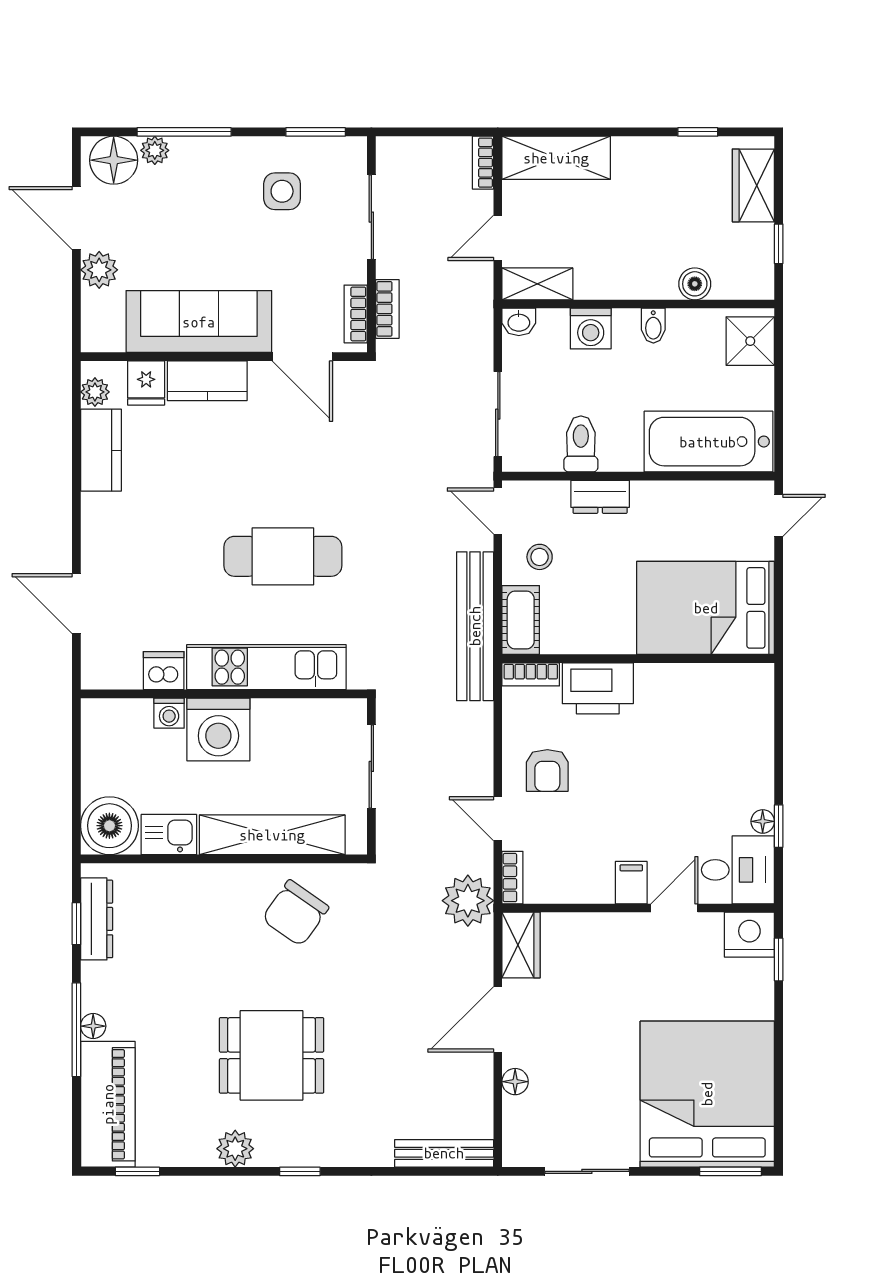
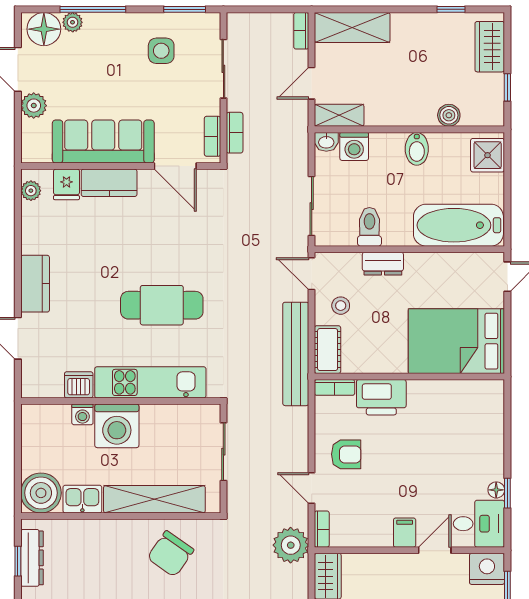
bidet: (653, 326) -> (417, 149), width x1.38, depth x1.36
washing machine: (591, 329) -> (354, 146), moved
kitchen counter: (101, 450) -> (35, 284), moved
armchair: (547, 771) -> (346, 454), turned -90

